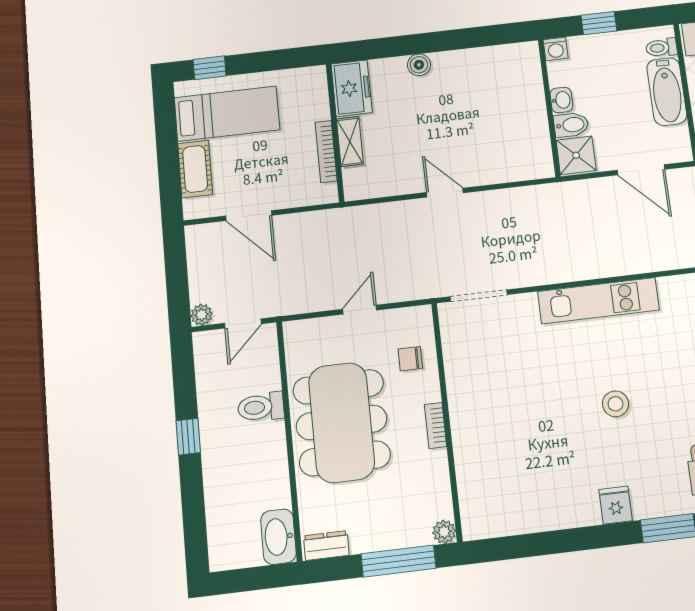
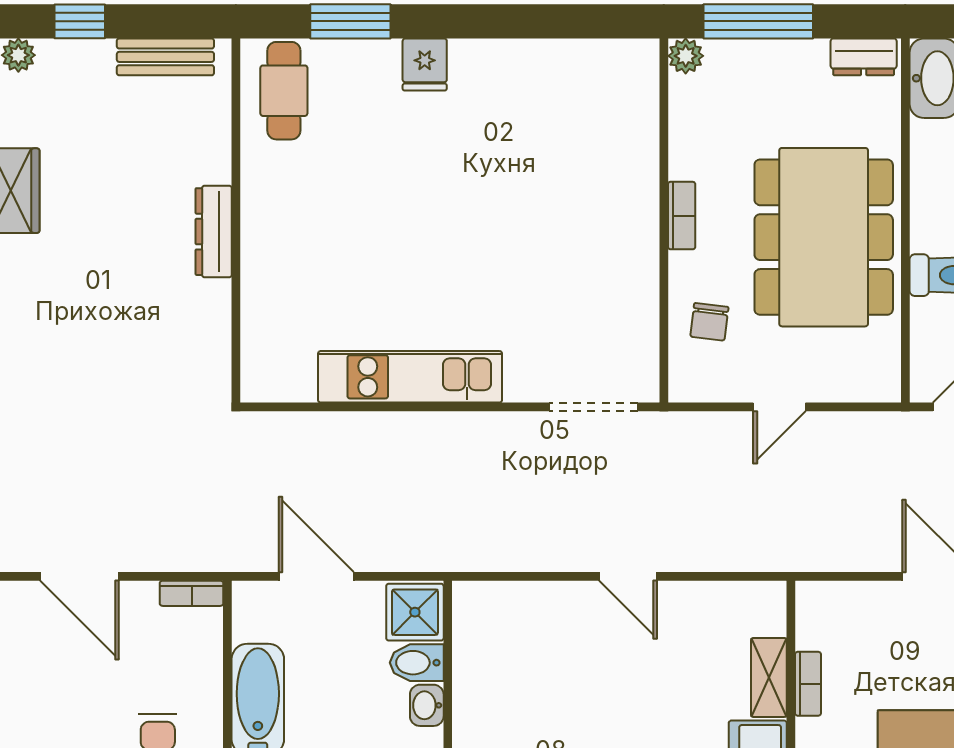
bookcase: (326, 151) -> (808, 684), width x0.64
chair: (410, 359) -> (709, 322), turned 97
stool: (615, 404) -> (405, 216), removed

